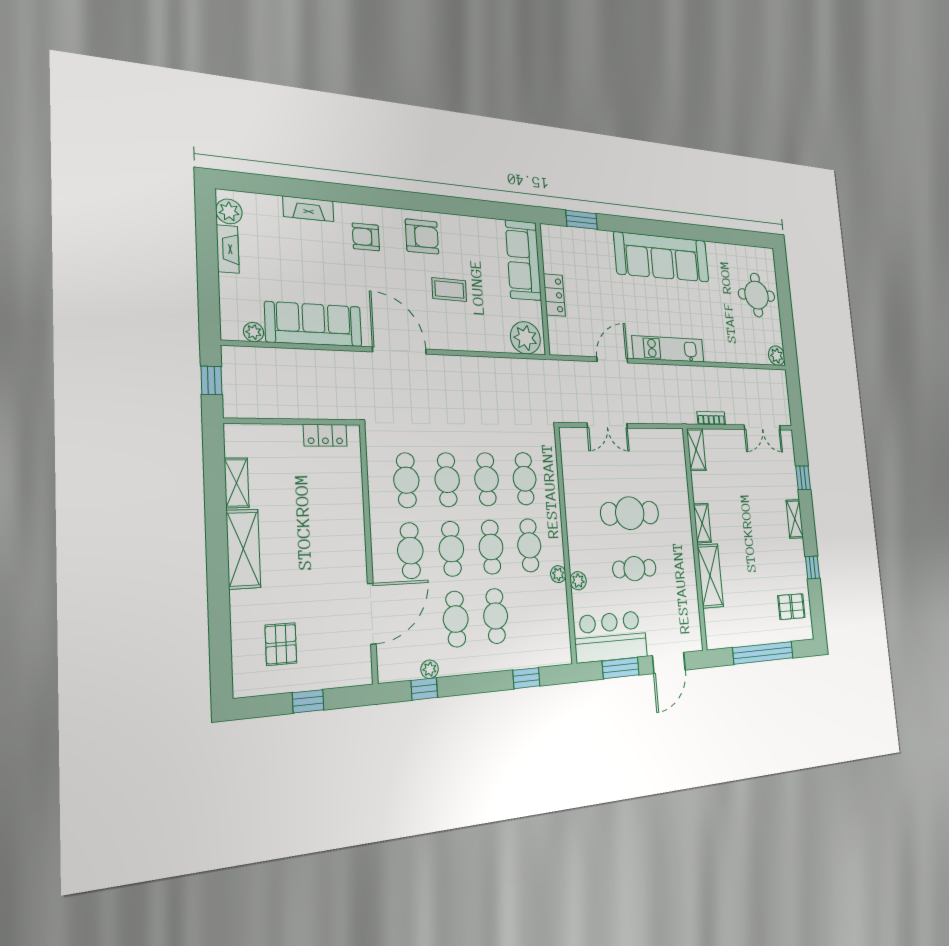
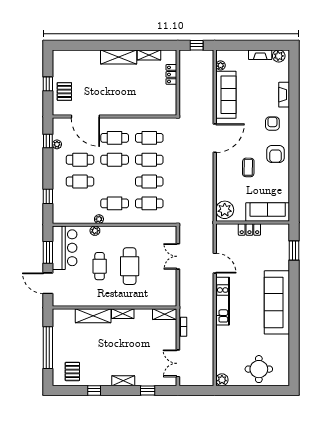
locker: (325, 435) -> (171, 74), moved
cafe table: (491, 547) -> (115, 182), removed
pallet: (281, 644) -> (64, 91), moved, turned 90

